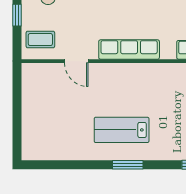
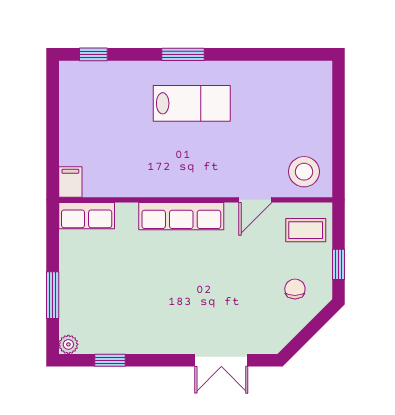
door: (76, 61) -> (255, 200), swing flipped
stool: (42, 81) -> (304, 172), added

